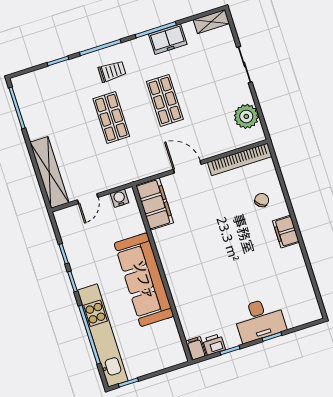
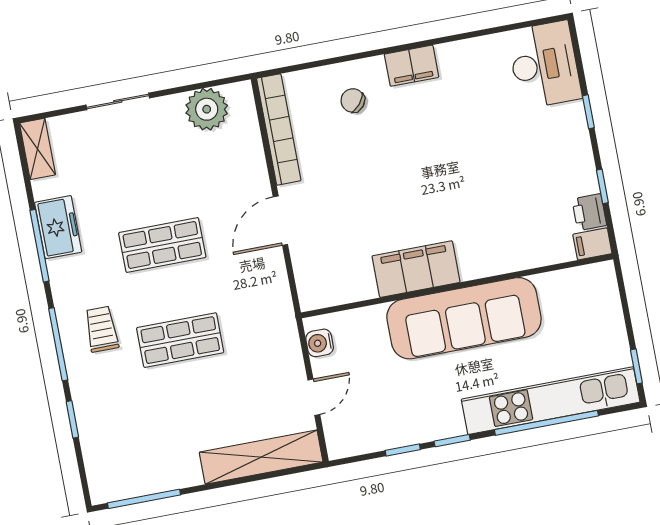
door: (88, 199) -> (314, 397), hinge flipped
filing cabinet: (155, 204) -> (416, 269), moved
desk: (260, 320) -> (544, 65), moved

